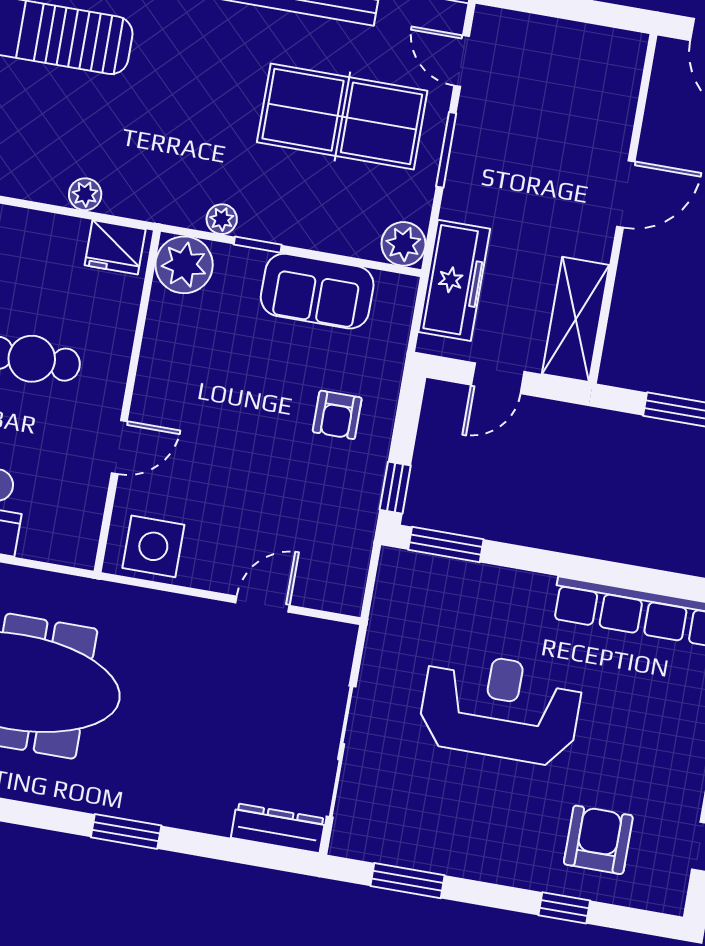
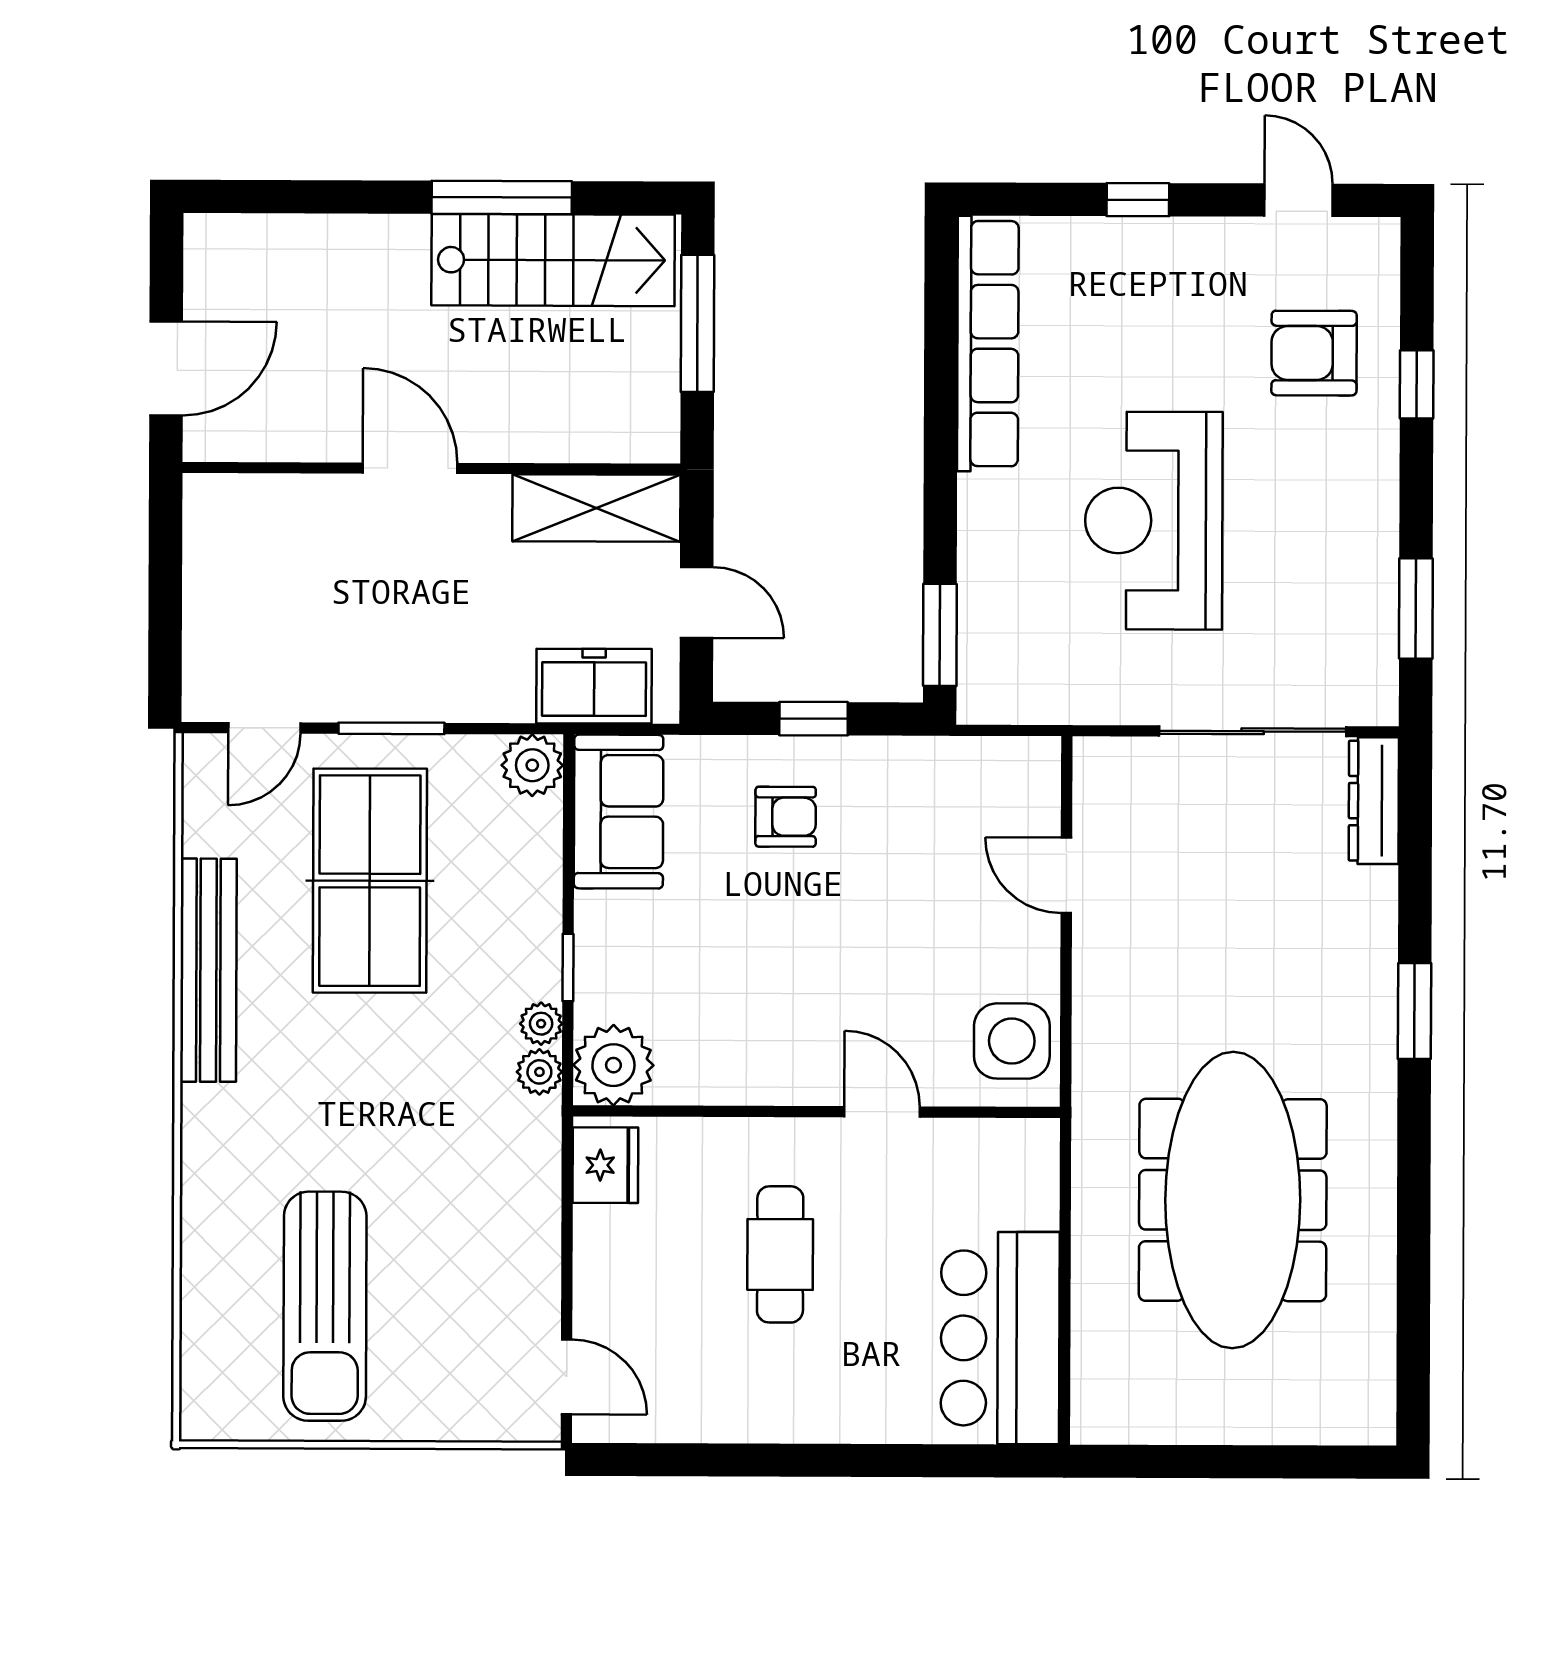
plant: (85, 194) -> (539, 1072), moved
freezer: (454, 280) -> (594, 686), width x0.71
sofa: (317, 291) -> (619, 812), moved
window: (395, 488) -> (814, 719), moved

